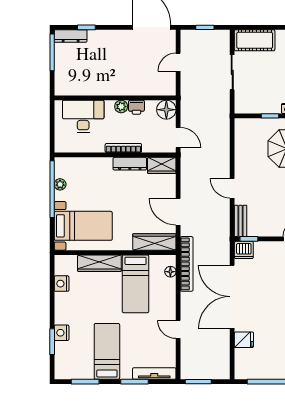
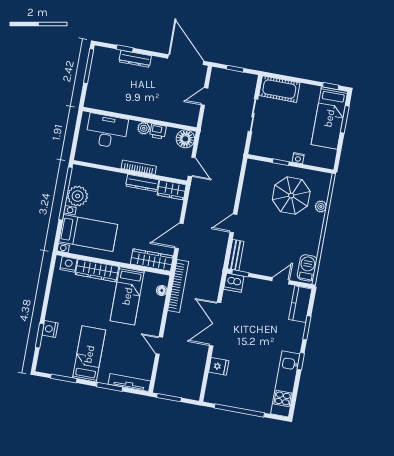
dresser: (71, 36) -> (135, 59), moved
plant: (60, 184) -> (78, 196), width x1.87, depth x1.87
door: (232, 188) -> (233, 223), hinge flipped
door: (178, 212) -> (179, 236), hinge flipped
nightstand: (62, 284) -> (69, 264), moved, turned 90
double door: (232, 297) -> (215, 324), width x0.73

